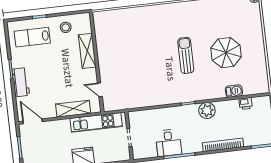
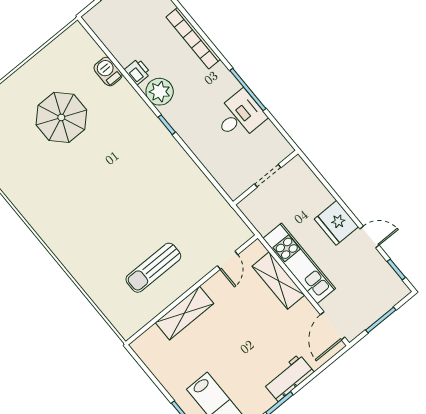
stool: (66, 27) -> (171, 365), removed
sun lounger: (186, 55) -> (153, 268), moved
printer: (246, 103) -> (137, 72), moved
kitchen unit: (96, 122) -> (299, 263), moved

